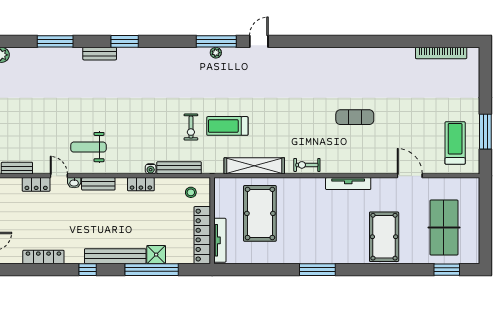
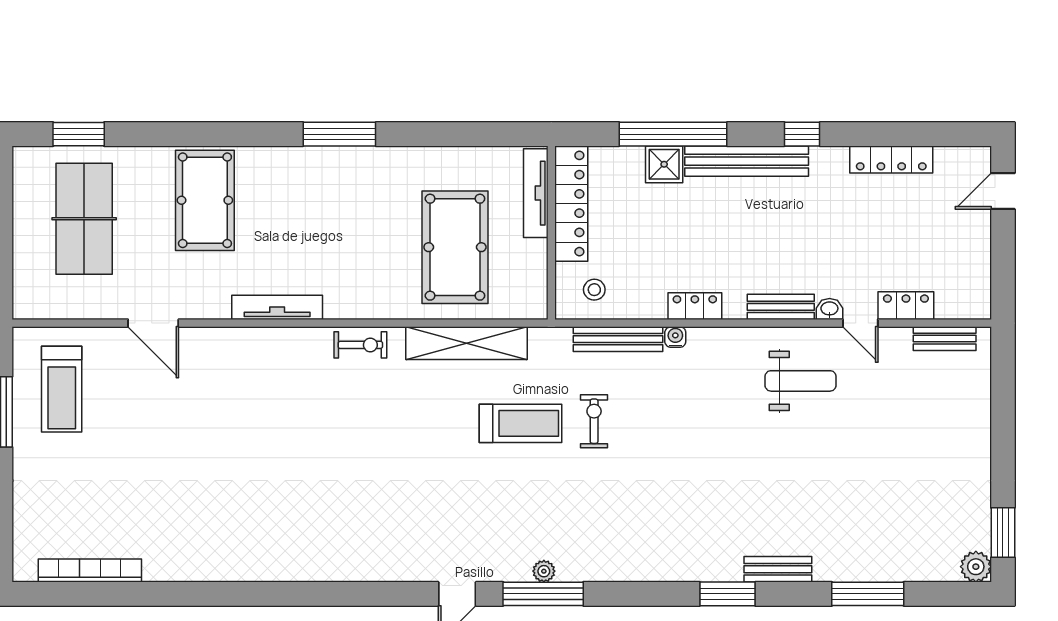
exercise mat: (355, 117) -> (264, 441), removed

